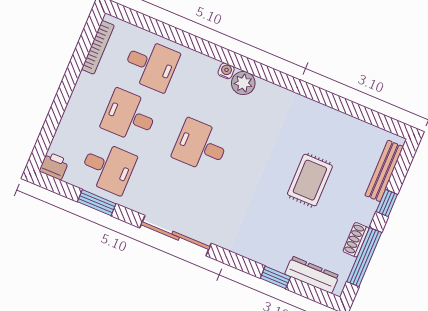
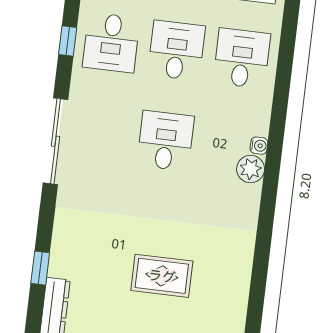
desk: (151, 65) -> (242, 58), turned 180
window: (97, 203) -> (68, 41), width x0.67

